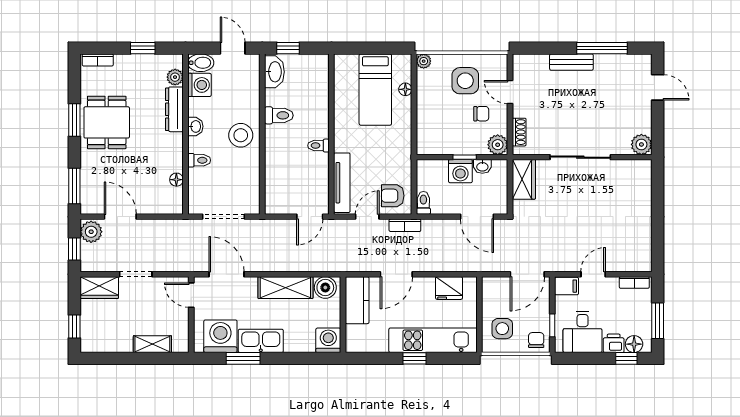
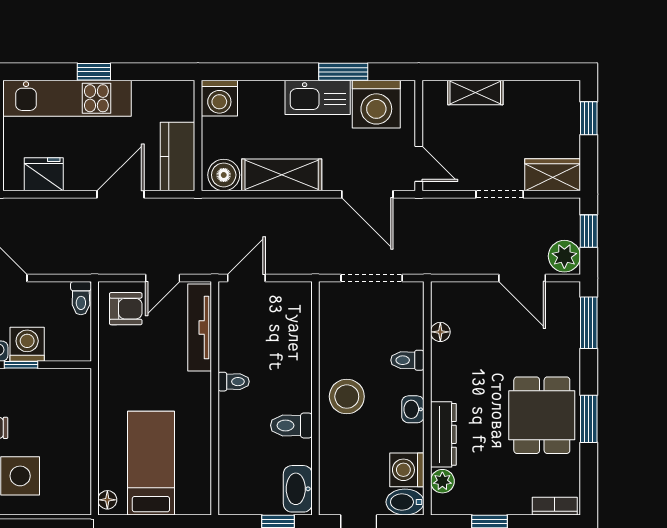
plant: (424, 61) -> (81, 504), removed
floor lamp: (405, 89) -> (107, 500), moved
bookcase: (405, 225) -> (108, 266), removed

